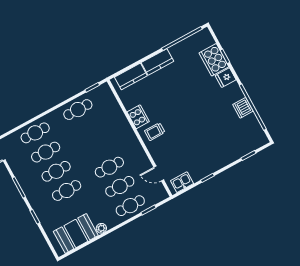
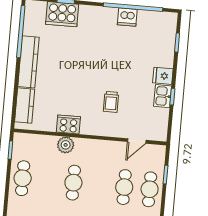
kitchen counter: (157, 62) -> (28, 62), width x1.50
fridge: (226, 78) -> (163, 76), moved, turned 90
plant: (122, 124) -> (66, 145), added
trolley: (155, 132) -> (111, 102), moved
cafe table: (109, 167) -> (73, 183), moved
kitchen sink: (182, 182) -> (163, 96), moved

